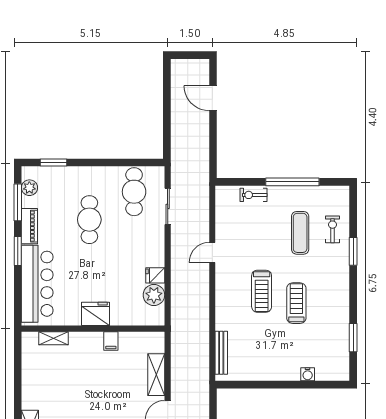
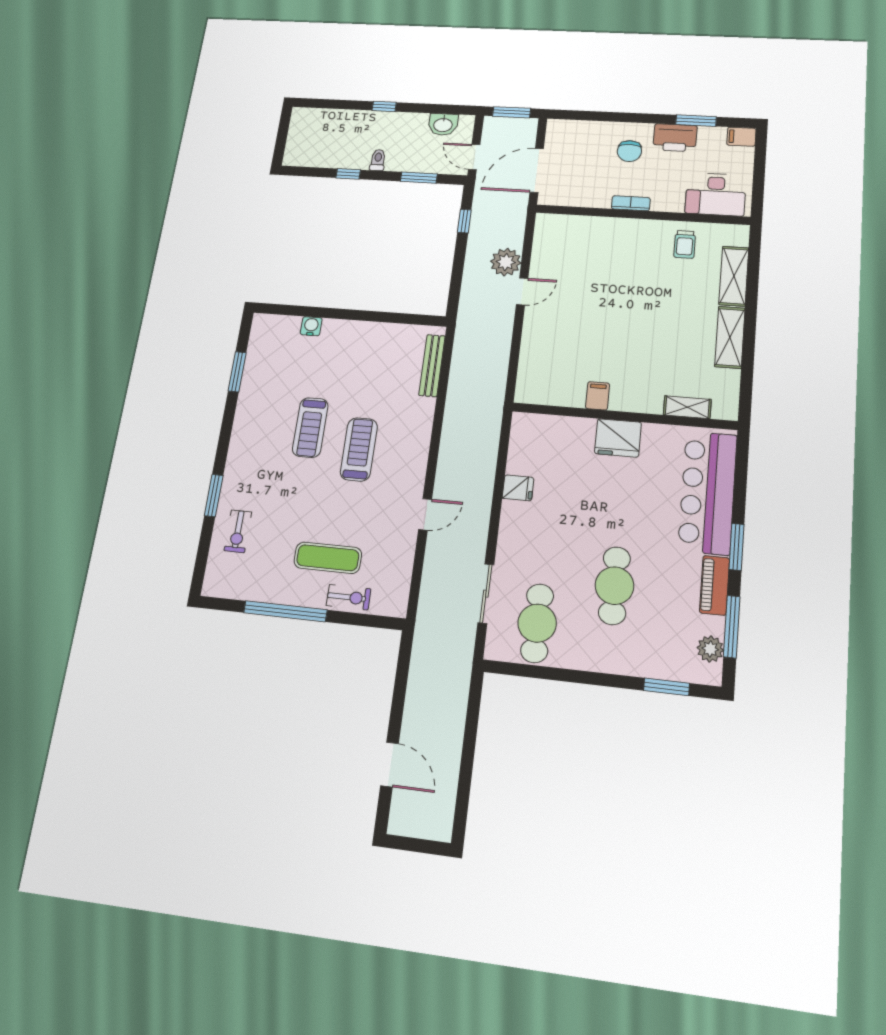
exercise mat: (300, 233) -> (328, 558), moved, turned 90
plant: (154, 295) -> (523, 458), removed
shelving: (156, 375) -> (730, 337), moved

